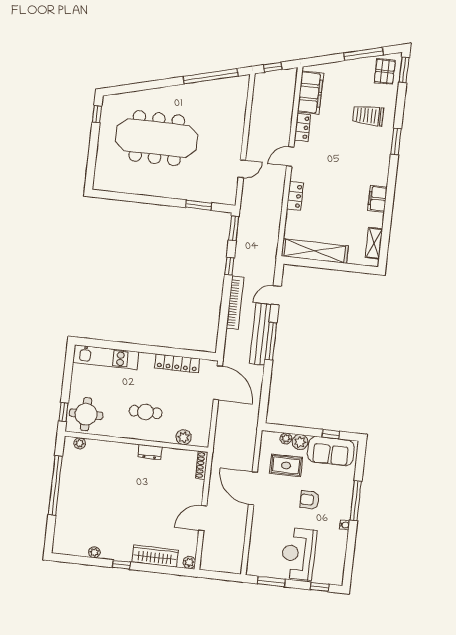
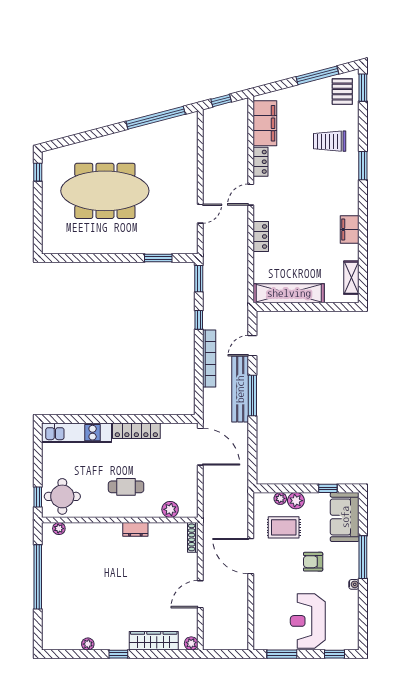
locker: (177, 363) -> (136, 431), moved
sofa: (331, 451) -> (345, 517), moved, turned 90

